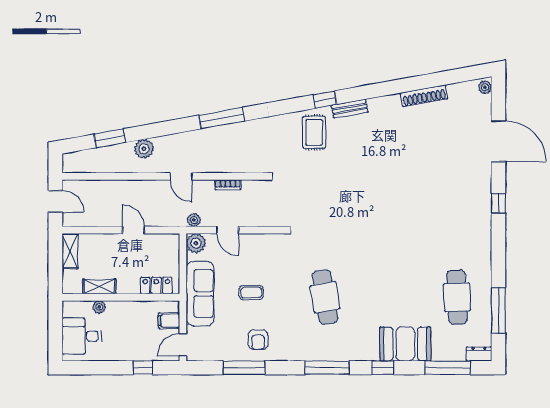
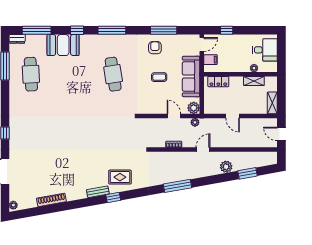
rug: (314, 132) -> (120, 177), turned 90
door: (181, 176) -> (203, 150), hinge flipped

